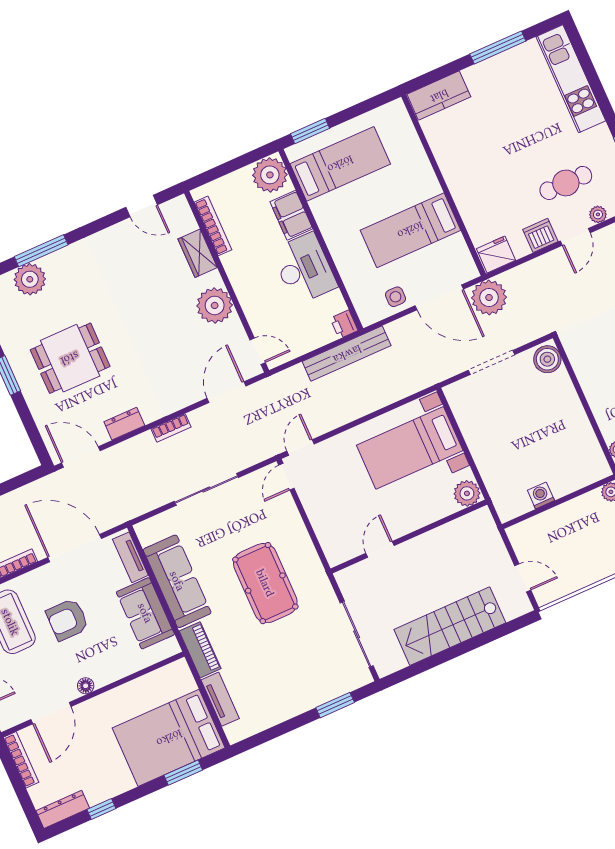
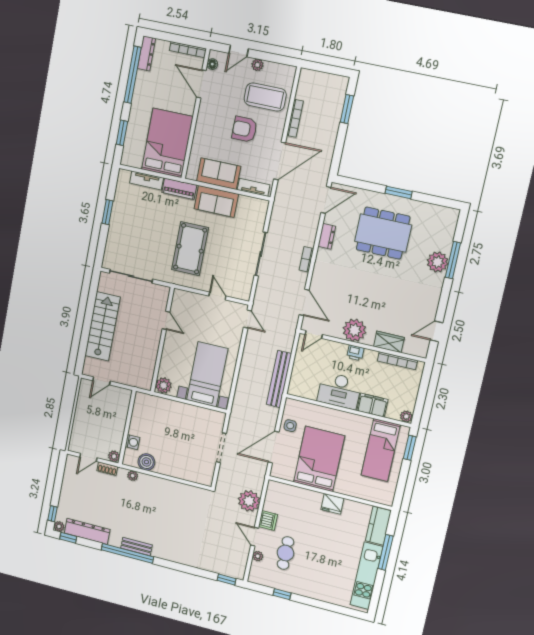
window: (498, 47) -> (386, 552), moved
kitchen unit: (571, 79) -> (367, 576), moved, turned -90
plant: (270, 175) -> (406, 416), width x0.53, depth x0.53
bed: (410, 230) -> (319, 459), width x1.50
fridge: (496, 255) -> (332, 504), moved, turned 90
plant: (30, 279) -> (438, 262), moved
plant: (489, 298) -> (249, 501), moved
printer: (344, 324) -> (355, 353), moved, turned 180
dining table: (70, 358) -> (383, 233), width x1.38
boiler: (547, 359) -> (146, 462), moved
door: (286, 477) -> (217, 296), moved
washing machine: (541, 495) -> (132, 442), moved
sofa: (177, 581) -> (216, 201), width x0.73
pool table: (265, 583) -> (190, 249), turned 90
armchair: (67, 620) -> (245, 129), turned -90
floor lamp: (86, 686) -> (212, 64), moved
window: (335, 705) -> (108, 212), moved
bed: (169, 738) -> (167, 143), moved
window: (101, 809) -> (133, 75), width x3.17

